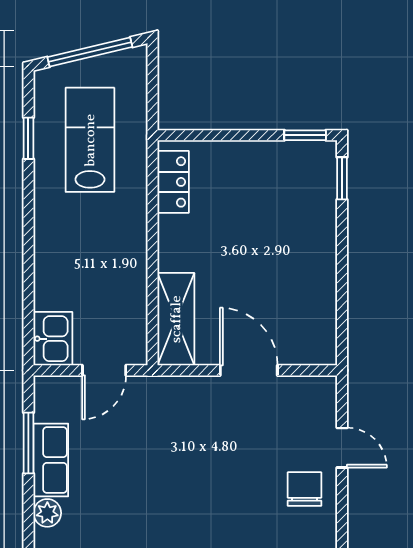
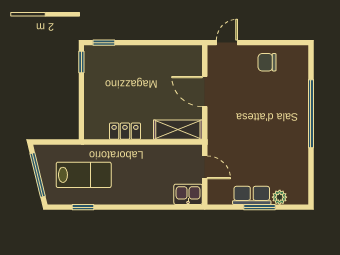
lab bench: (90, 140) -> (84, 175), turned 180
locker: (173, 182) -> (125, 131), moved
door: (249, 370) -> (205, 91), hinge flipped
window: (28, 443) -> (259, 207), moved
door: (342, 448) -> (227, 43), moved

